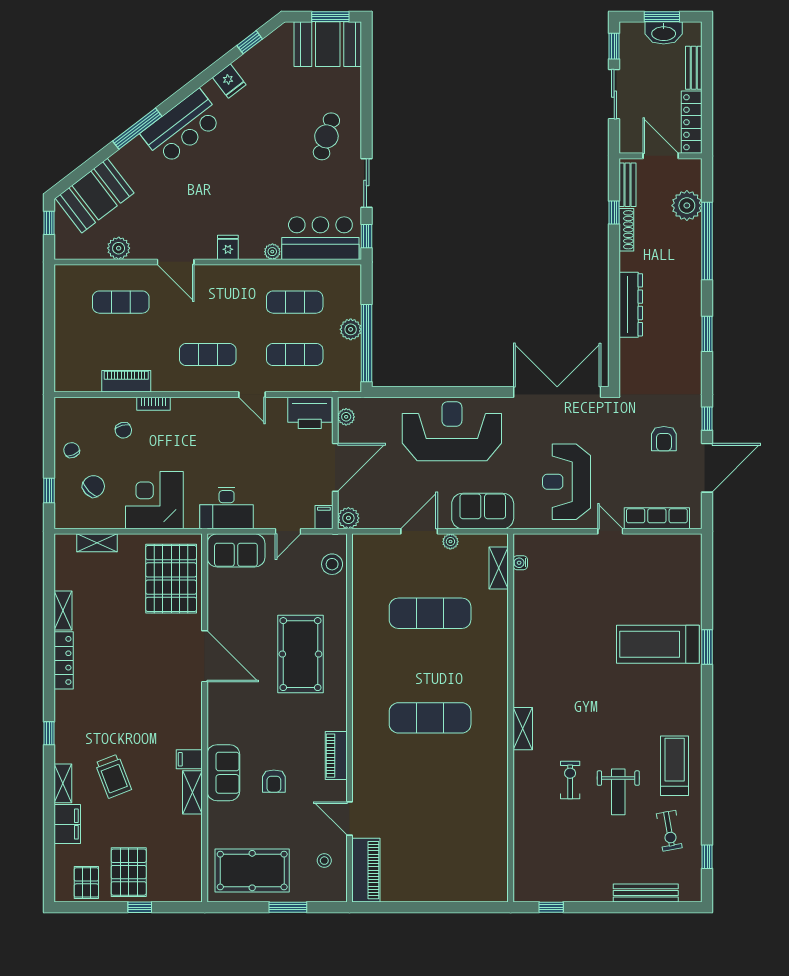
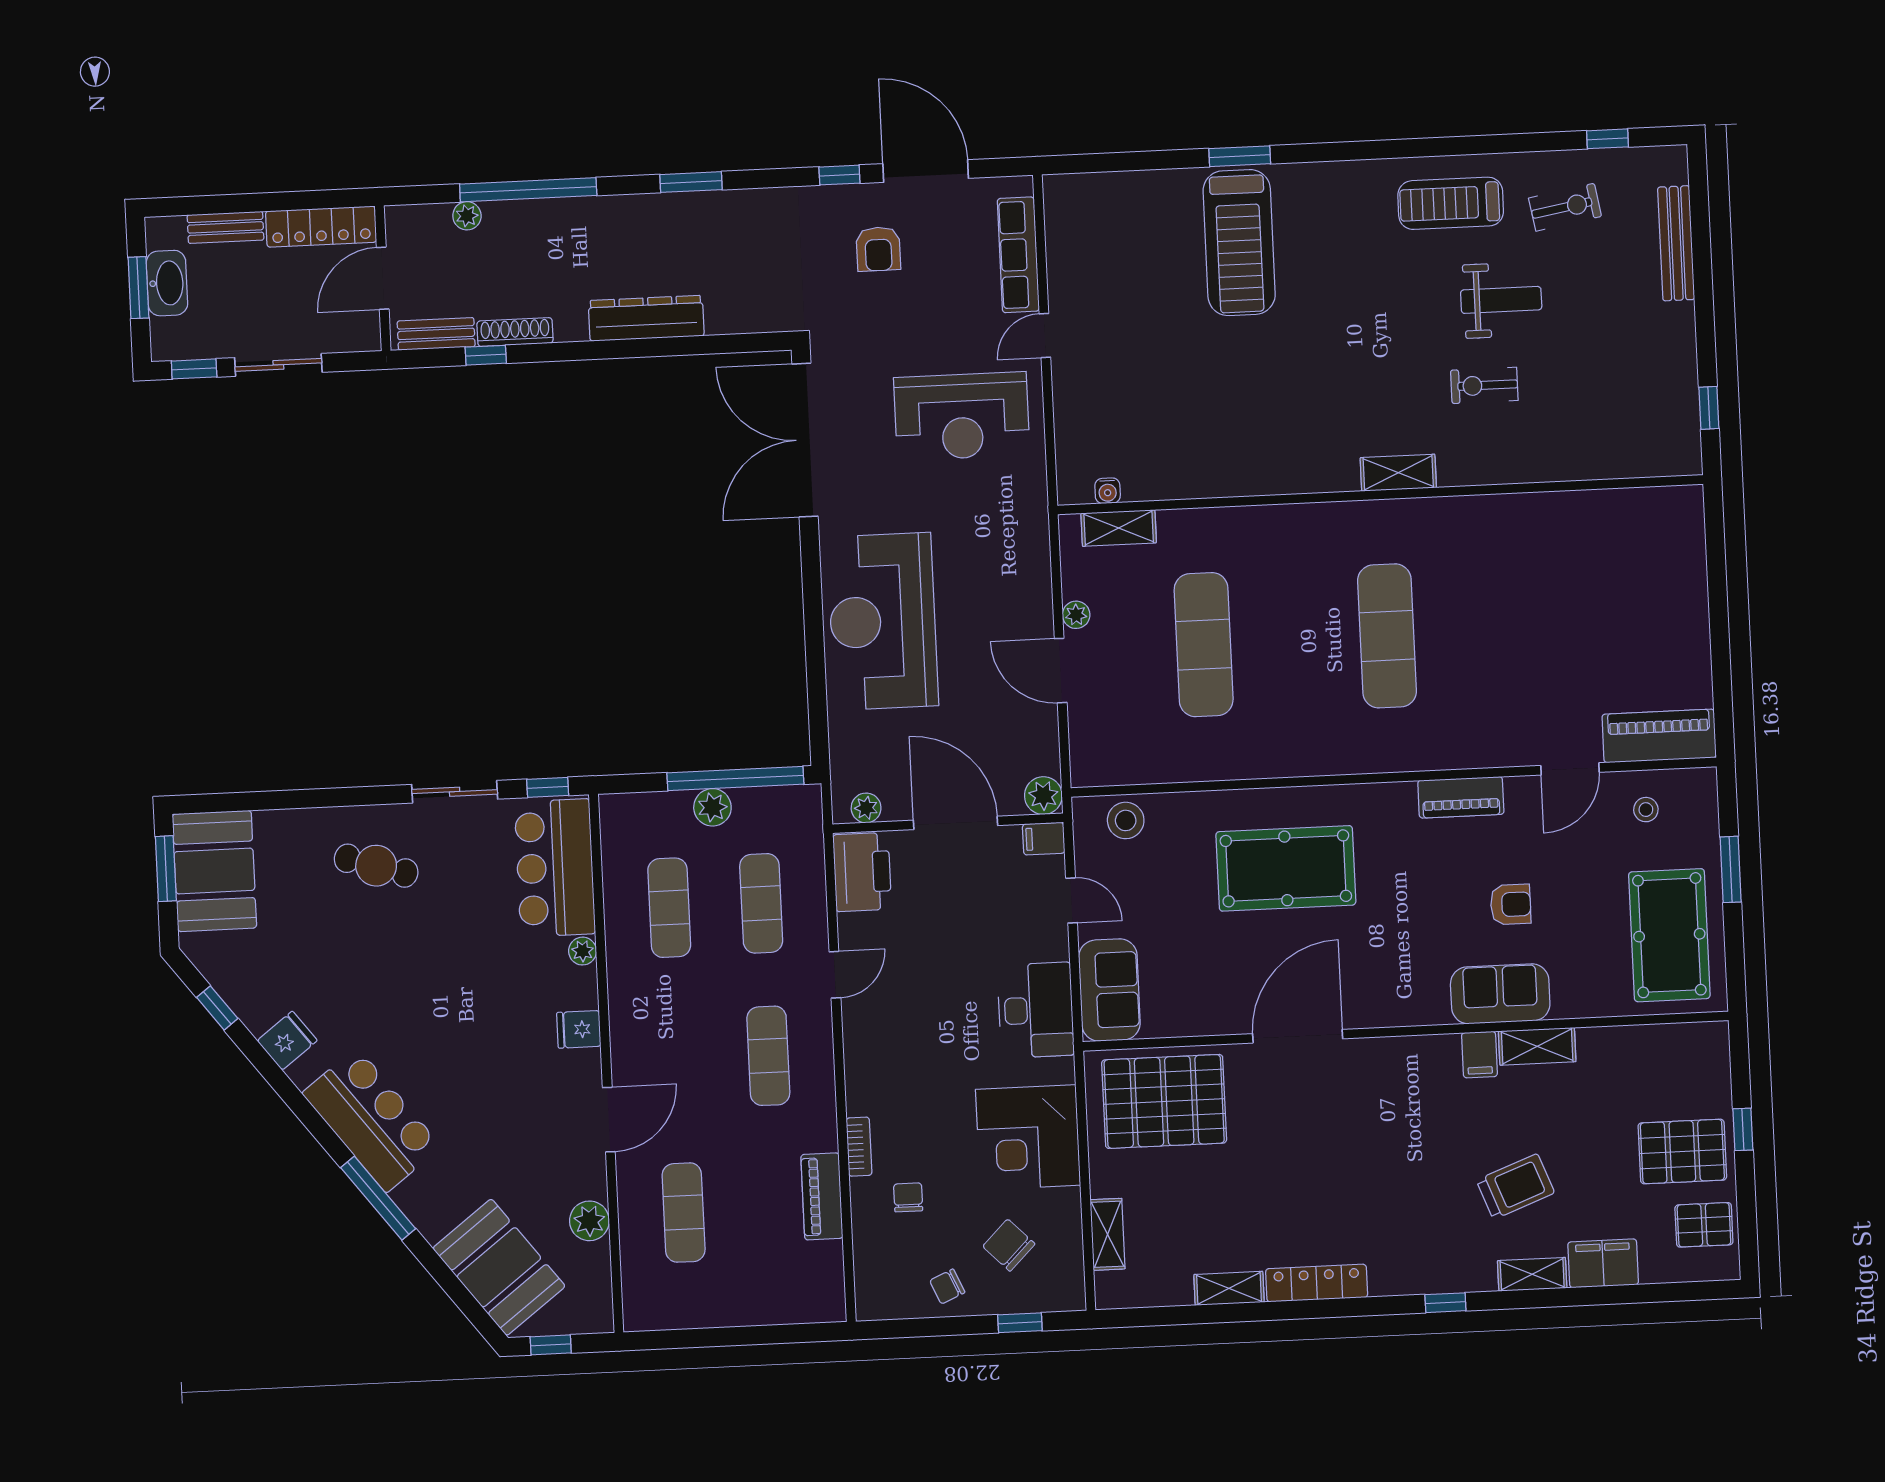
plant: (687, 206) -> (467, 216), width x0.53, depth x0.53
chair: (123, 430) -> (908, 1197), turned -75
armchair: (664, 439) -> (878, 249), turned 90
sofa: (483, 511) -> (1020, 561), removed

